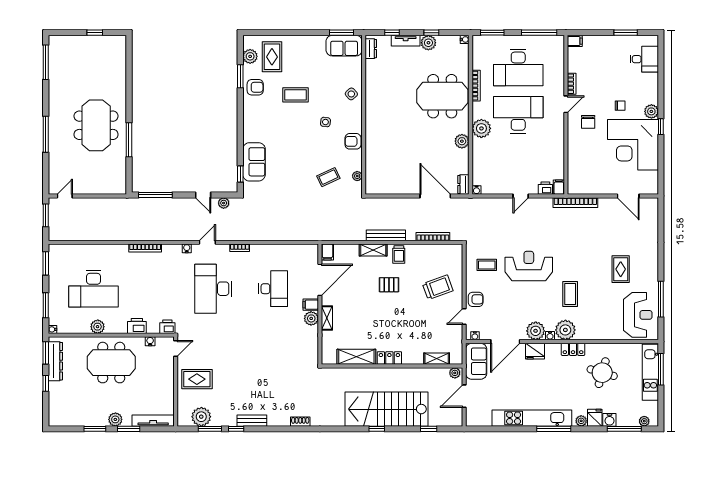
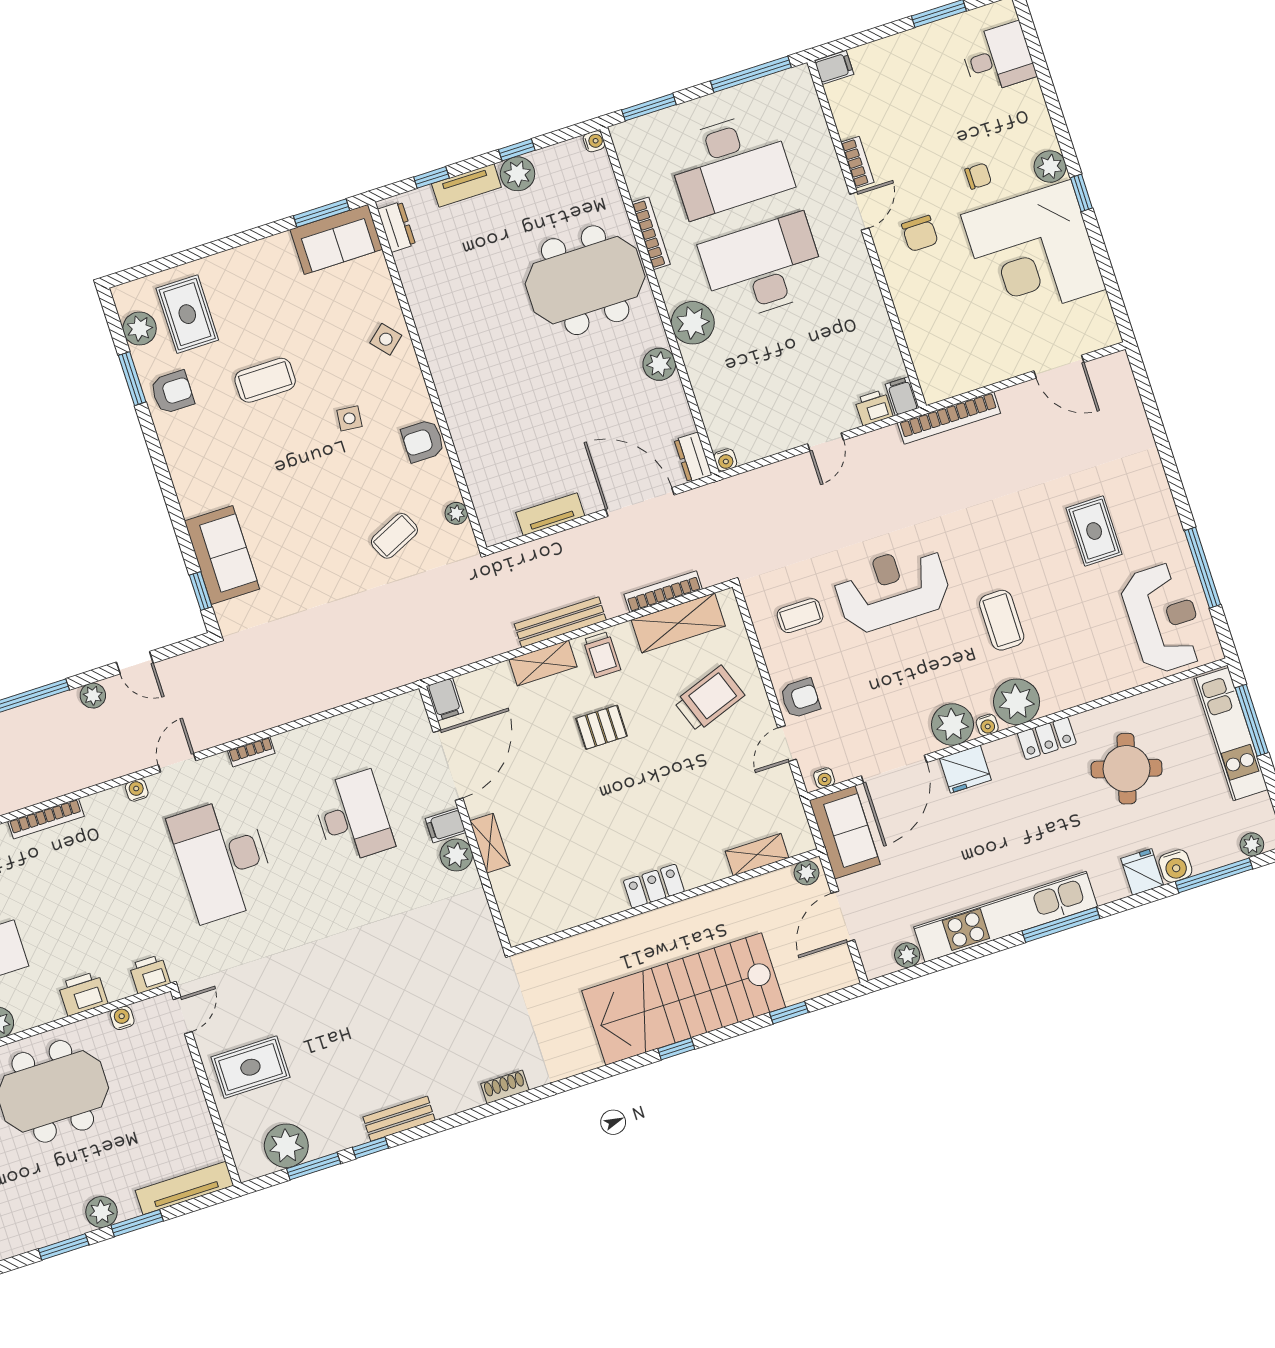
tv unit: (396, 189) -> (550, 514), added
plant: (224, 203) -> (93, 696), moved
shelving: (356, 357) -> (678, 623), moved
plant: (581, 421) -> (907, 955), moved

